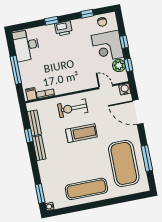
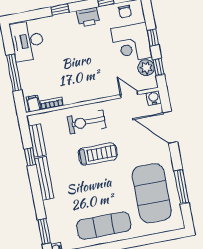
printer: (63, 28) -> (88, 17), moved
bench: (39, 148) -> (44, 178), width x1.36

